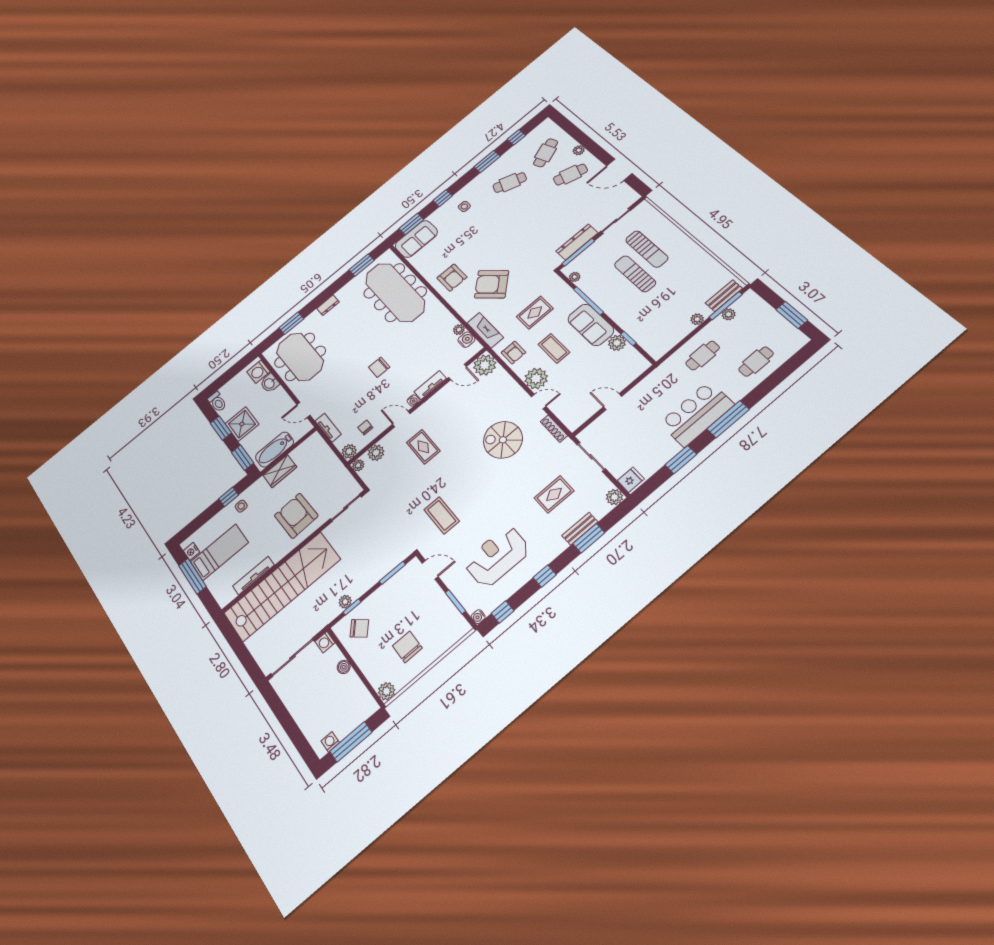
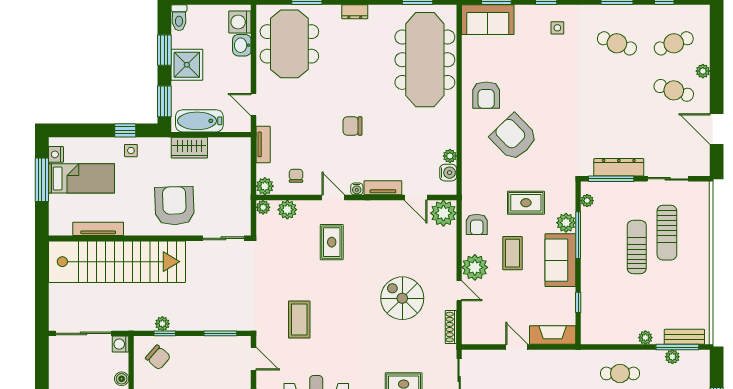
fireplace: (485, 330) -> (553, 335), moved, turned -90
plant: (617, 343) -> (566, 223), moved

